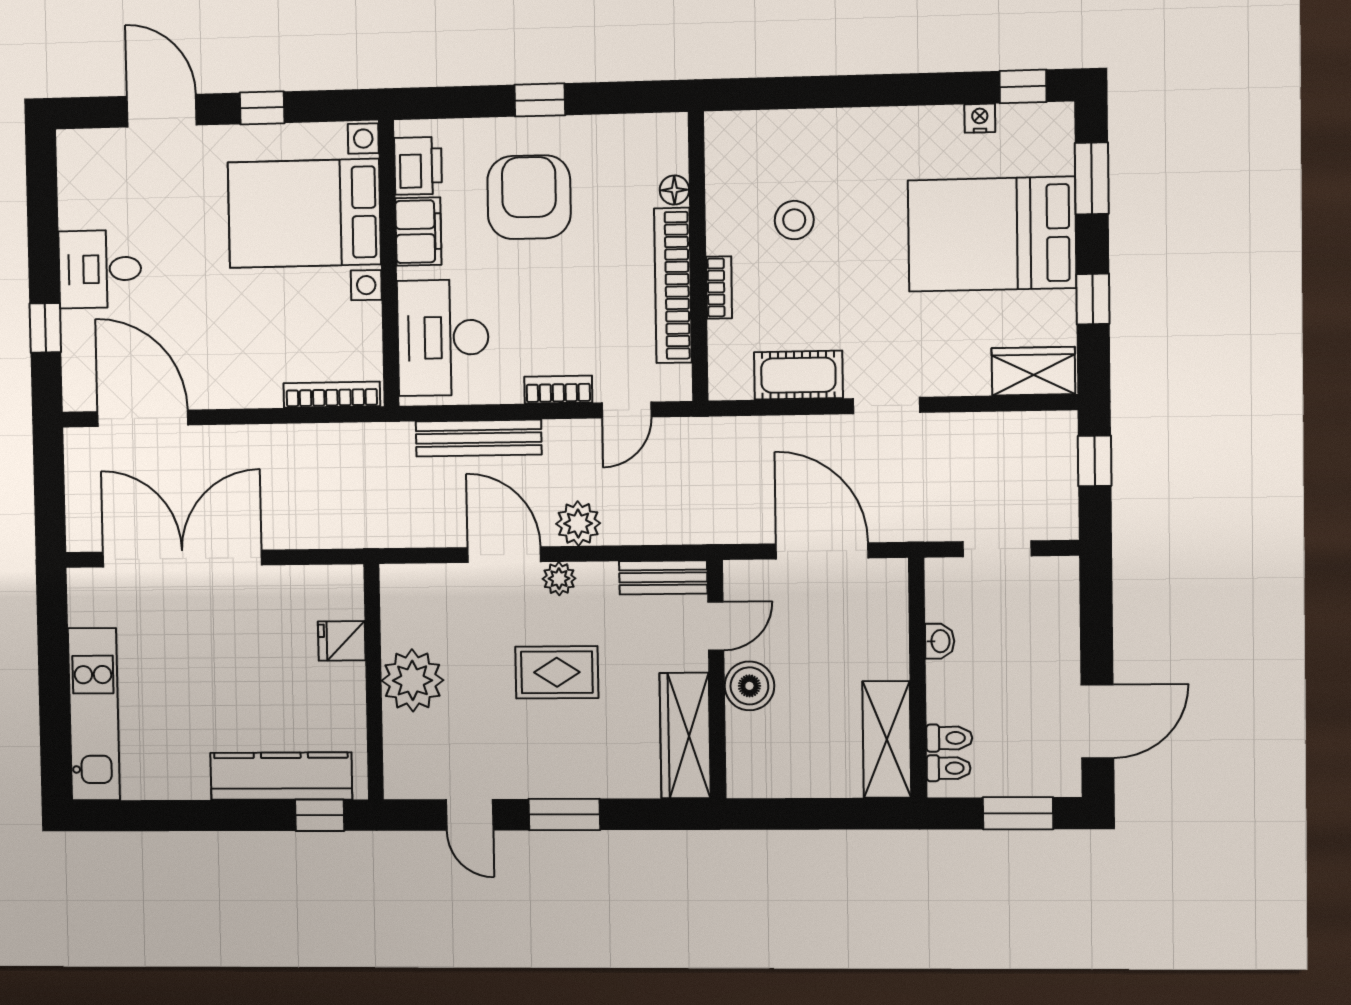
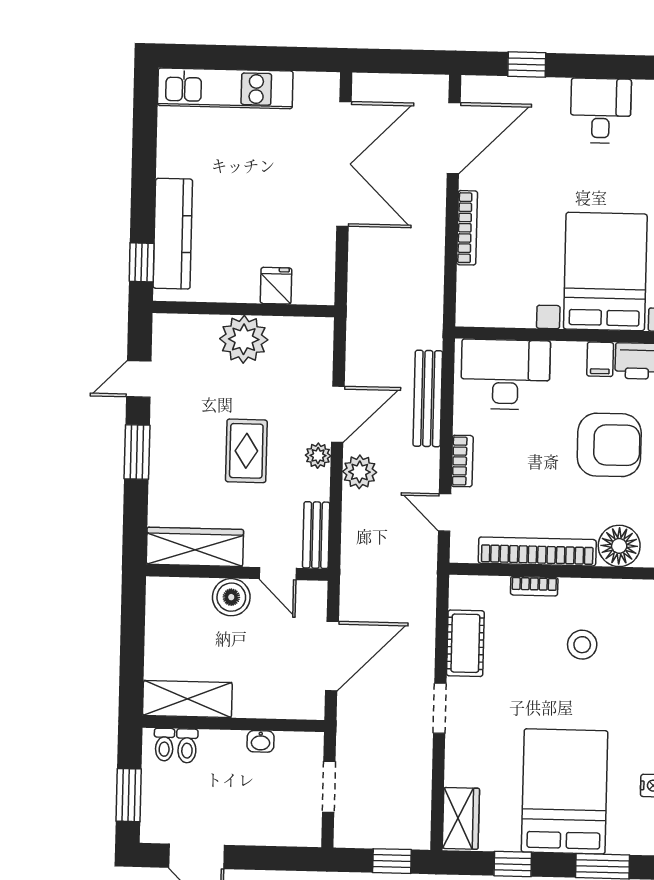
floor lamp: (674, 190) -> (619, 546), width x1.89, depth x1.89
filing cabinet: (418, 232) -> (600, 359), width x0.50
desk: (100, 269) -> (601, 111), moved
bookcase: (332, 395) -> (467, 228), moved

